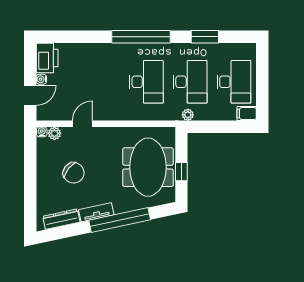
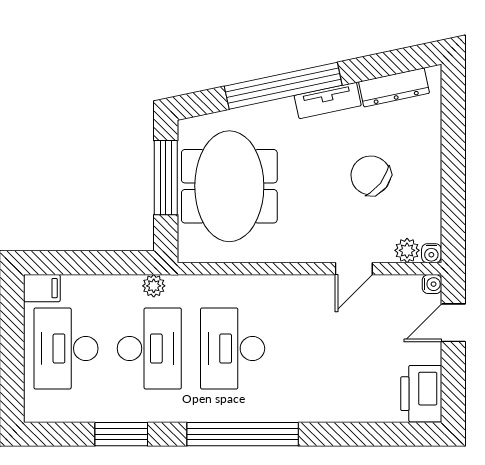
water cooler: (41, 79) -> (432, 284), moved
desk: (190, 82) -> (149, 348), turned 180
window: (181, 172) -> (166, 178), width x2.17

